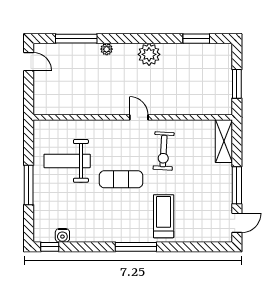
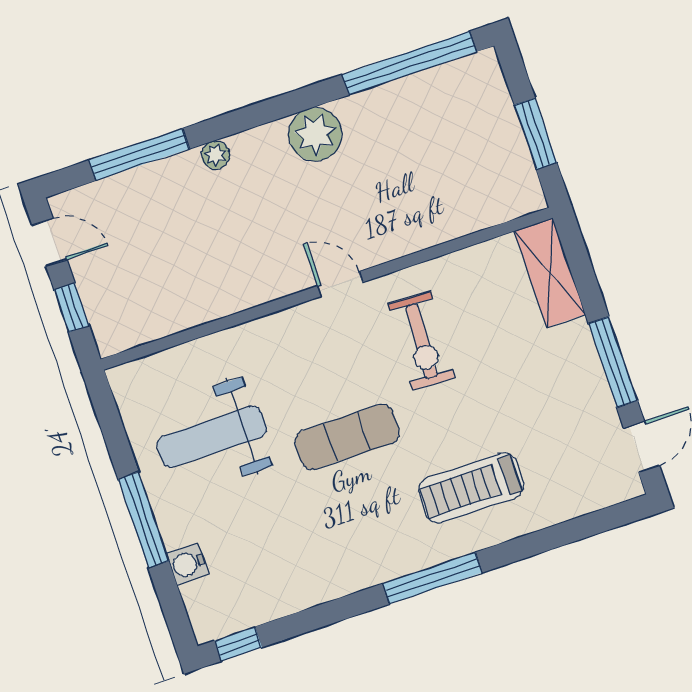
window: (196, 39) -> (409, 63), width x2.11
window: (29, 91) -> (72, 308), added
treadmill: (164, 216) -> (471, 488), turned -90
water cooler: (62, 235) -> (187, 564), moved, turned 90

